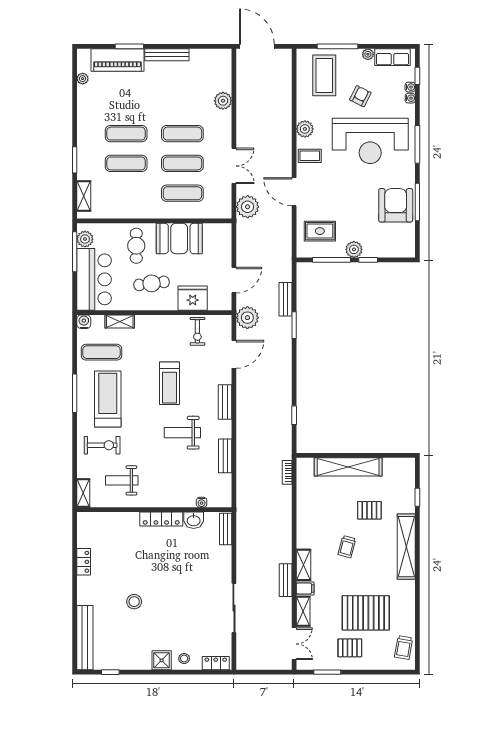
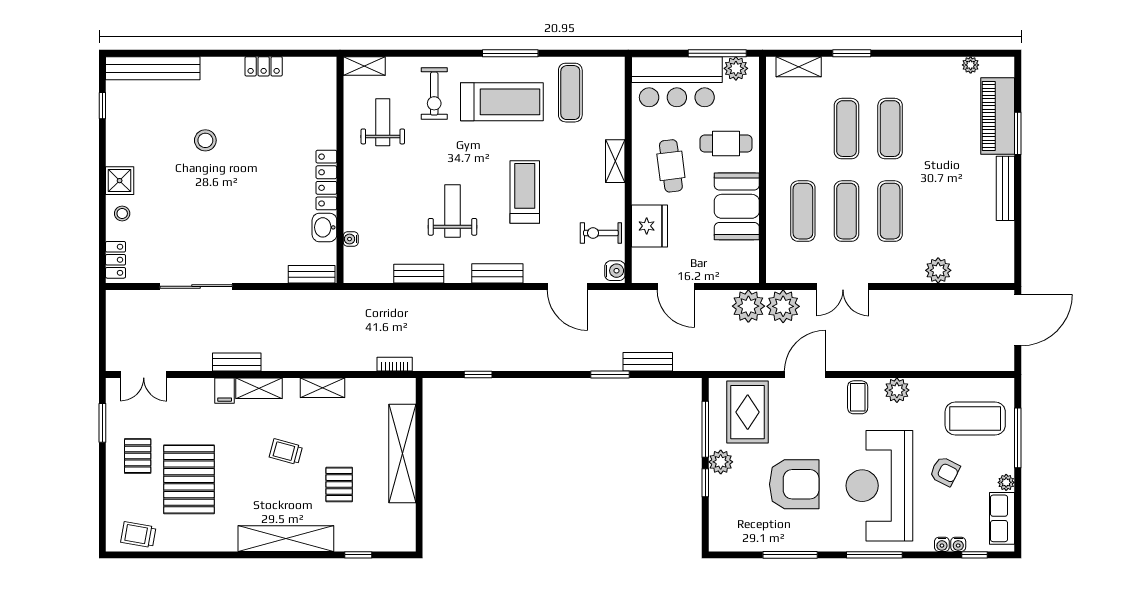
armchair: (396, 205) -> (794, 484), moved
rug: (320, 231) -> (748, 412), width x1.36, depth x1.43
plant: (247, 318) -> (748, 306), moved
shelving: (120, 321) -> (615, 161), moved
water cooler: (84, 322) -> (615, 271), moved
treadmill: (169, 383) -> (525, 192), turned 90
shelving: (303, 611) -> (323, 388), moved

